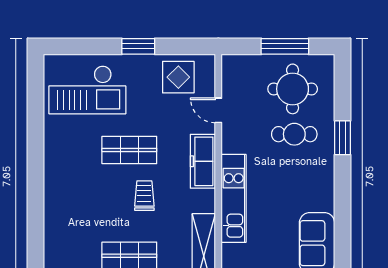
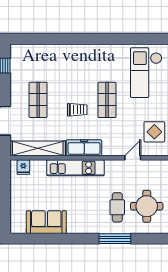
window: (343, 138) -> (115, 239), width x1.44
freezer: (203, 161) -> (84, 148), moved

